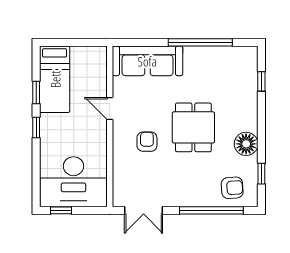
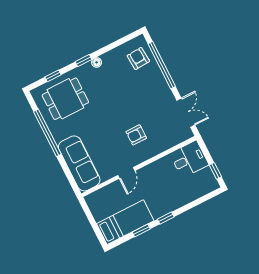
dining table: (193, 127) -> (65, 99), moved
floor lamp: (246, 144) -> (97, 62), width x0.53, depth x0.53
window: (261, 174) -> (83, 60), moved
desk: (74, 182) -> (189, 159), width x0.53, depth x0.77

